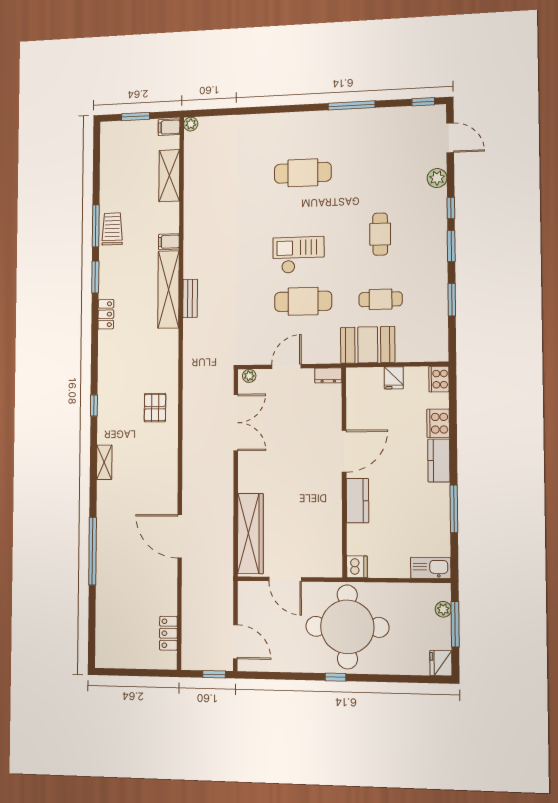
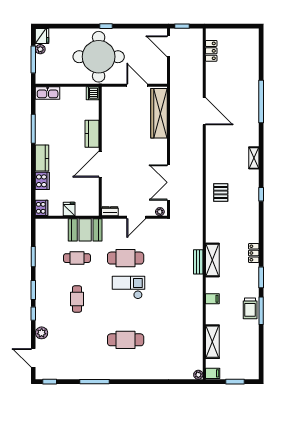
checkout: (298, 255) -> (128, 288), turned 180
shelving: (169, 289) -> (212, 260), width x0.68
plant: (443, 609) -> (40, 49), moved

